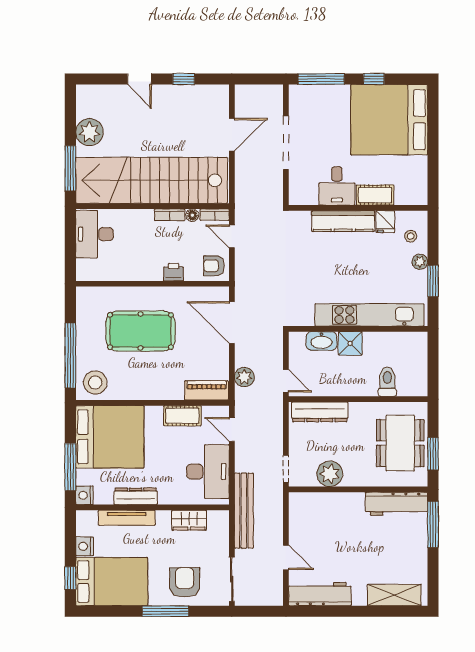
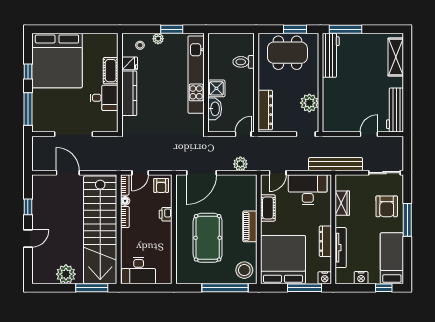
piano: (207, 390) -> (250, 226), moved
bed: (112, 582) -> (392, 258), width x0.67
armchair: (185, 582) -> (387, 206), turned -90

